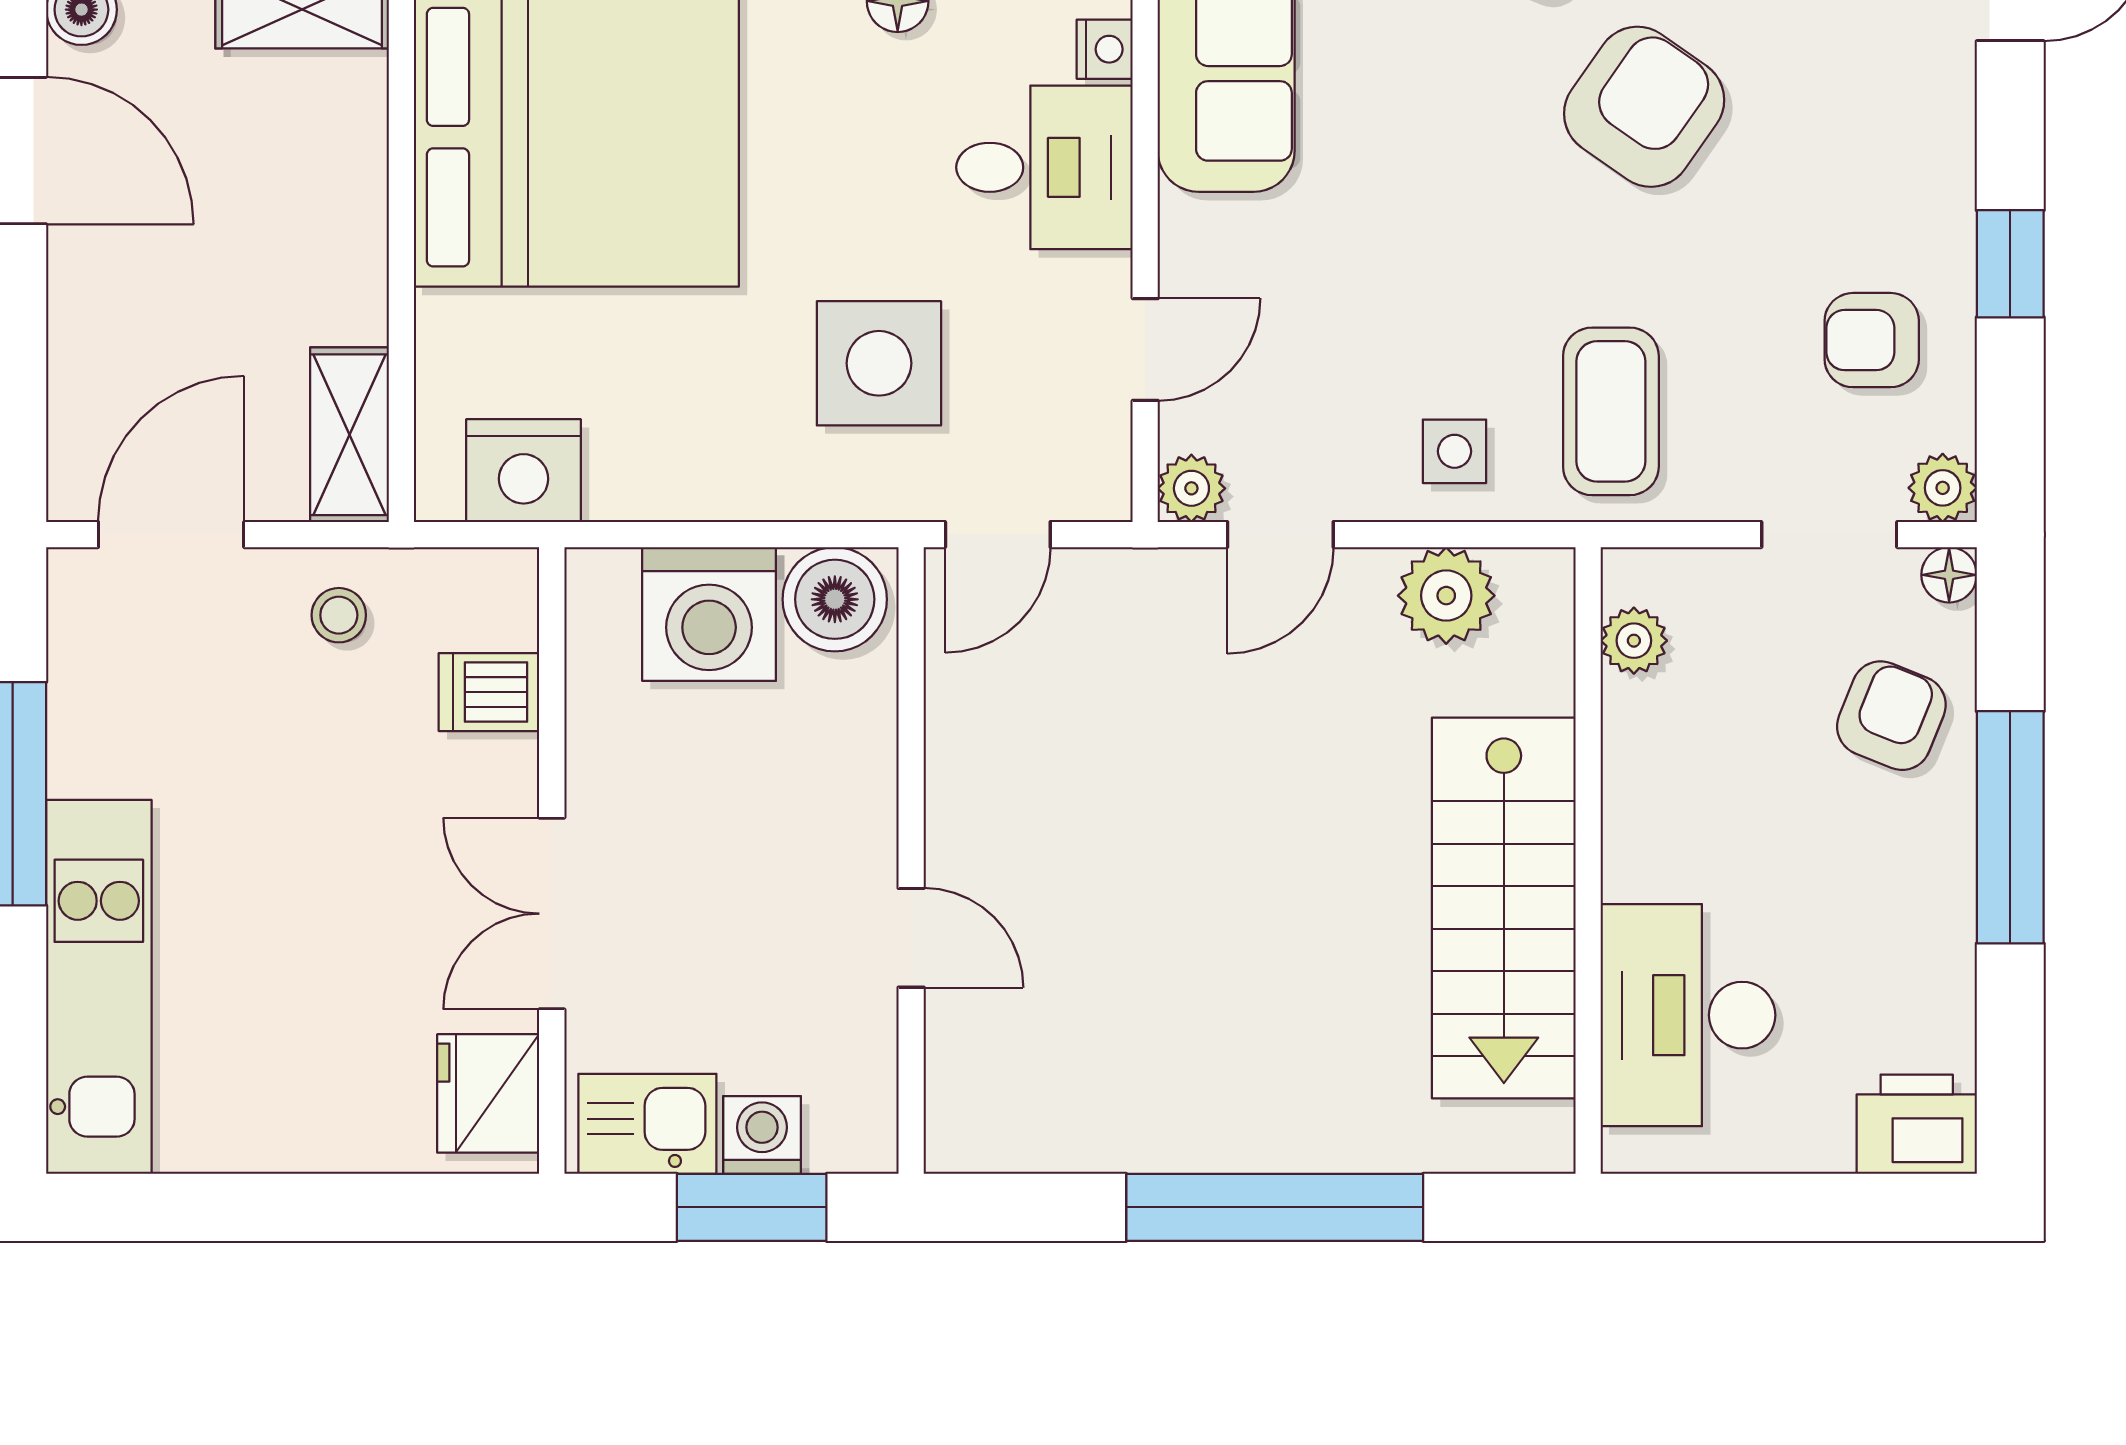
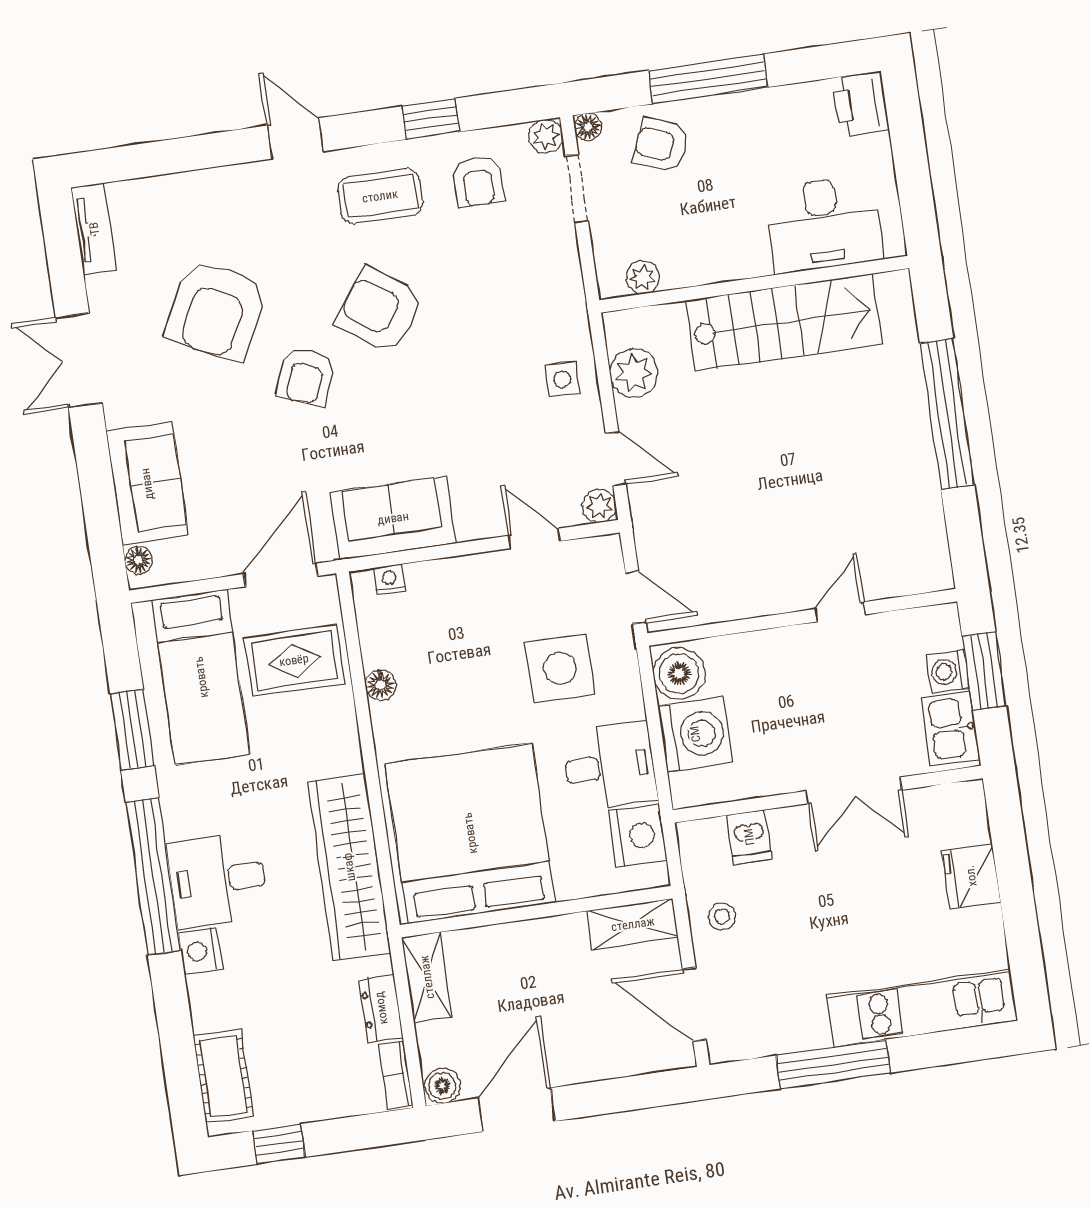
desk: (1044, 167) -> (609, 767), moved, turned 90
coffee table: (1611, 411) -> (380, 196), moved
fridge: (488, 1093) -> (971, 876), moved, turned 90

